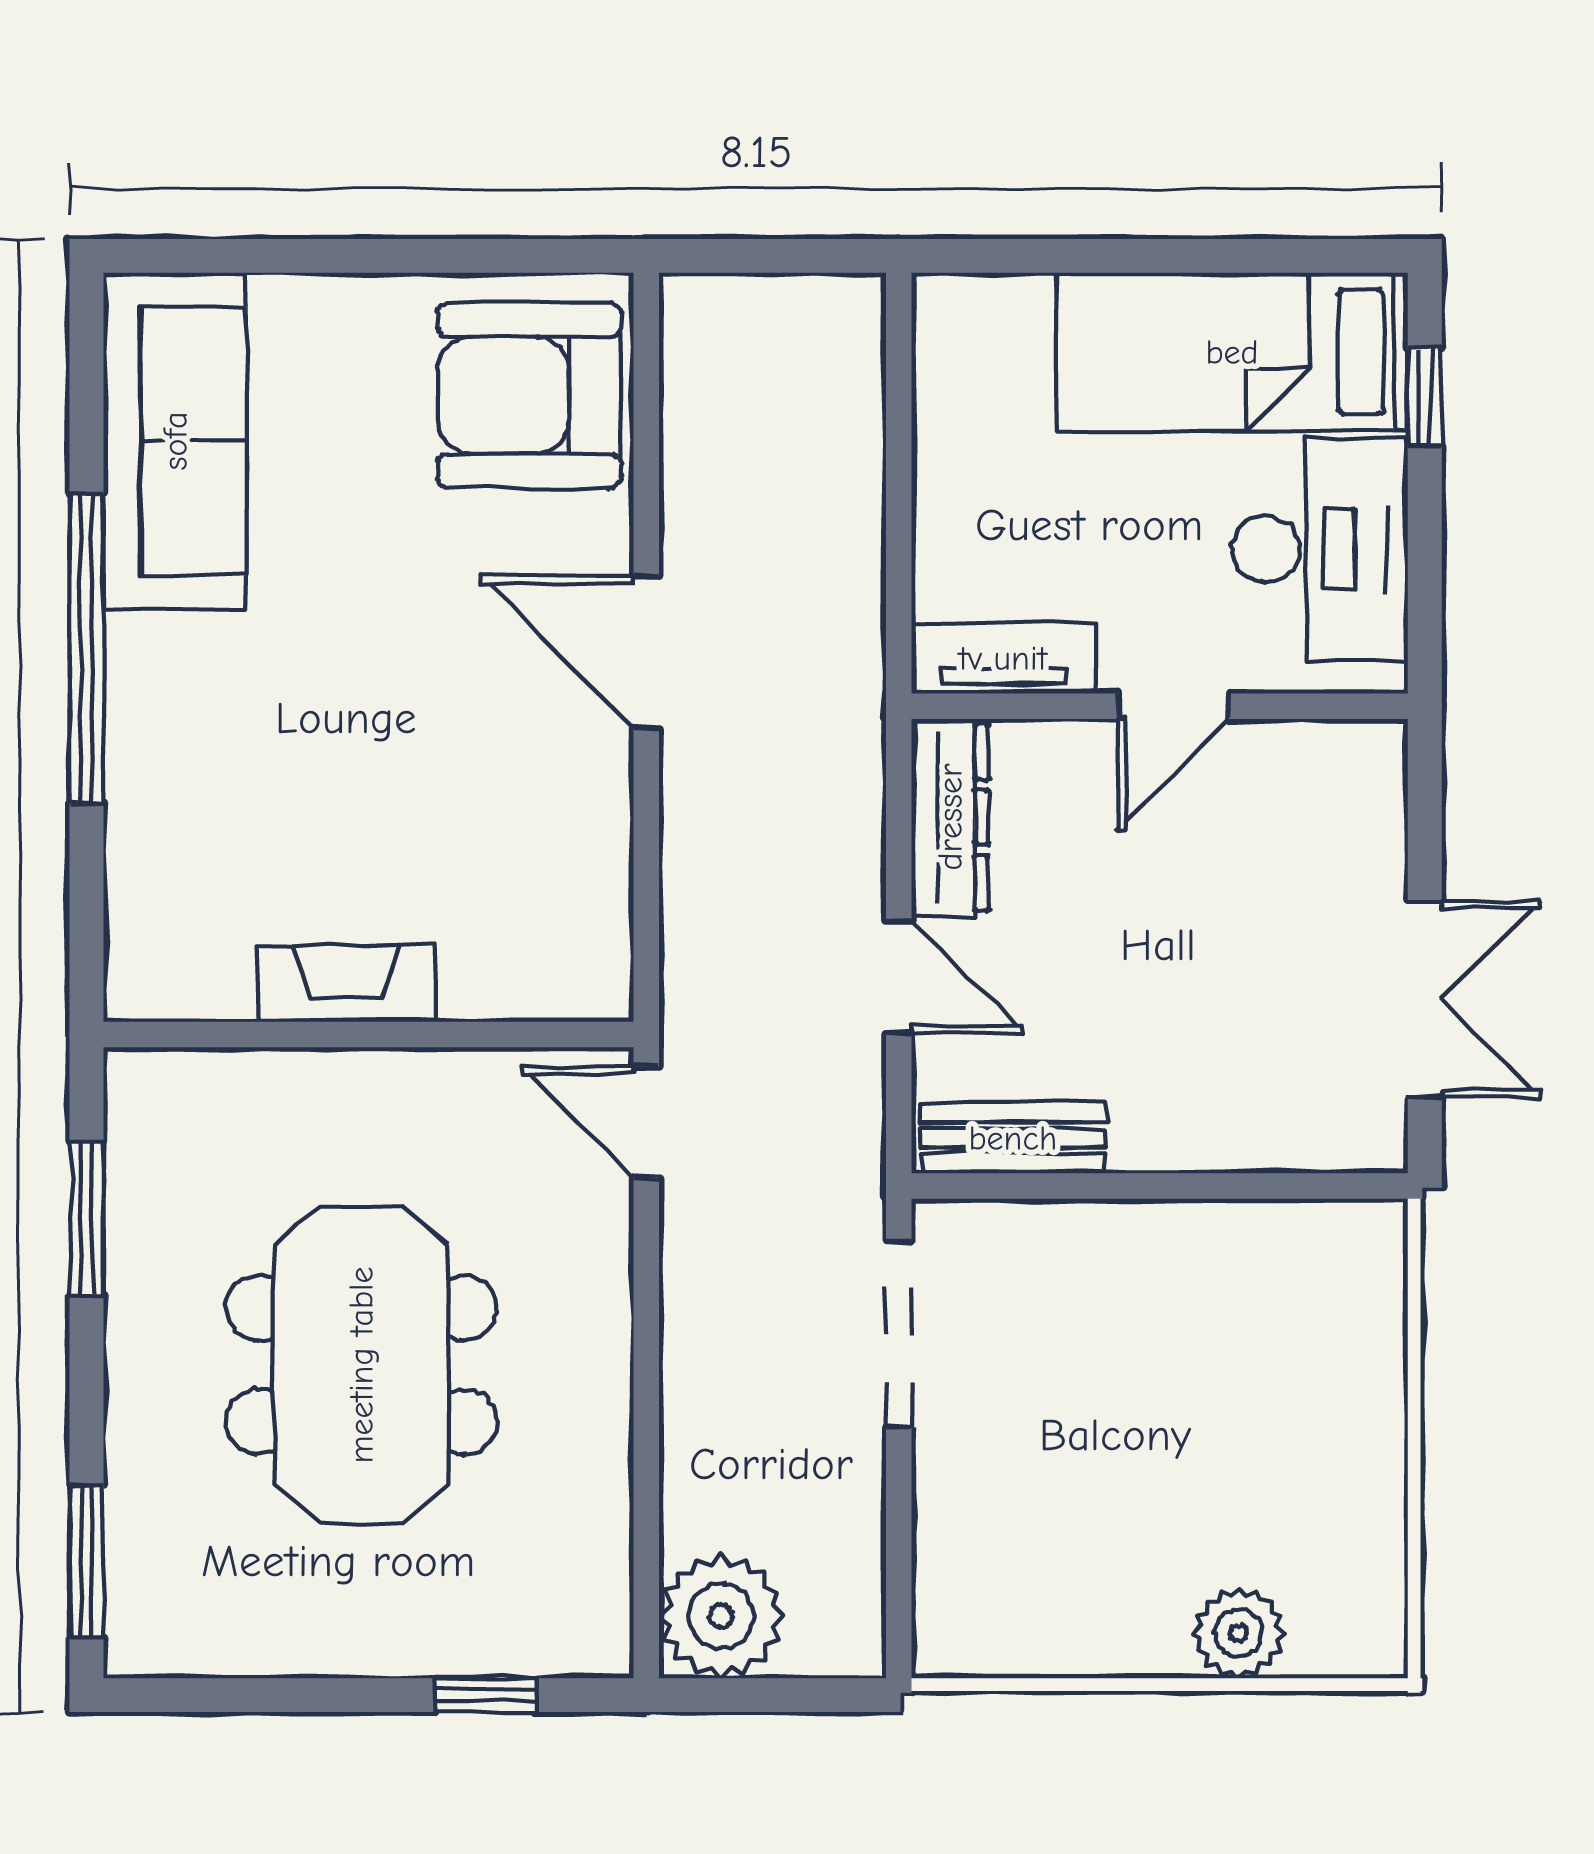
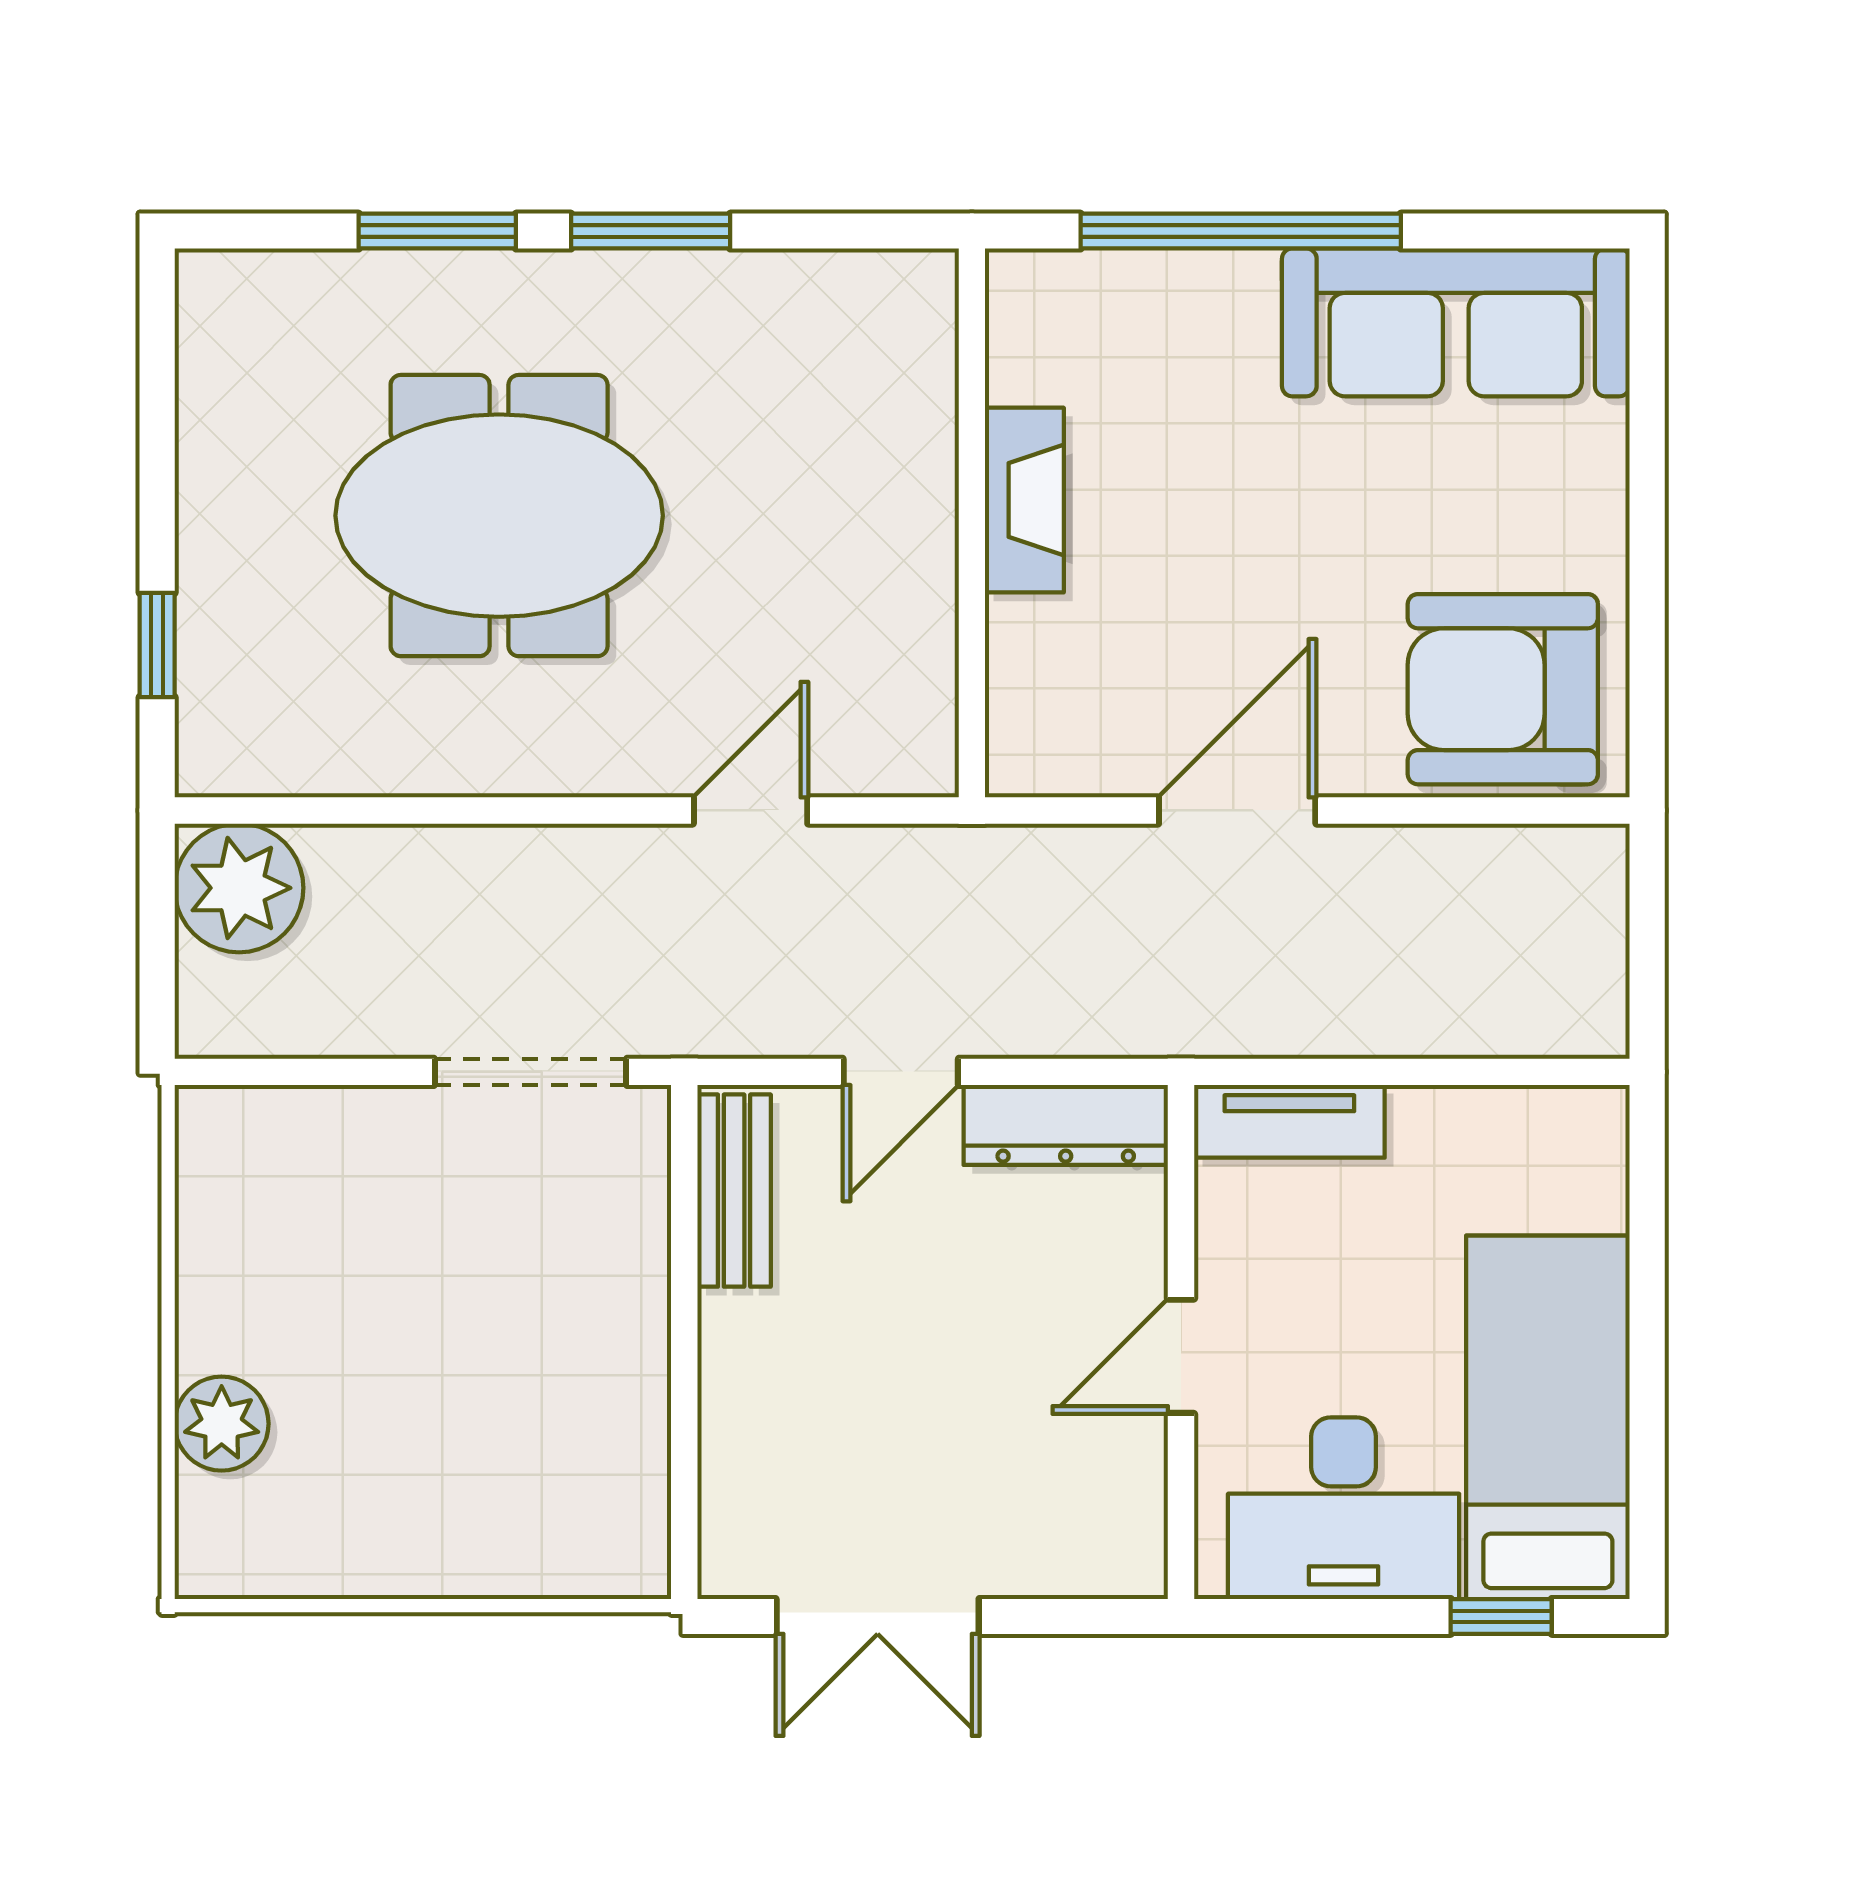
armchair: (529, 395) -> (1503, 689), turned -90
tv unit: (1003, 658) -> (1289, 1121), moved, turned 90
door: (1173, 706) -> (1181, 1356), hinge flipped
fireplace: (346, 984) -> (1024, 500), moved
wall: (368, 1034) -> (972, 523), moved
window: (87, 1561) -> (437, 231), moved

